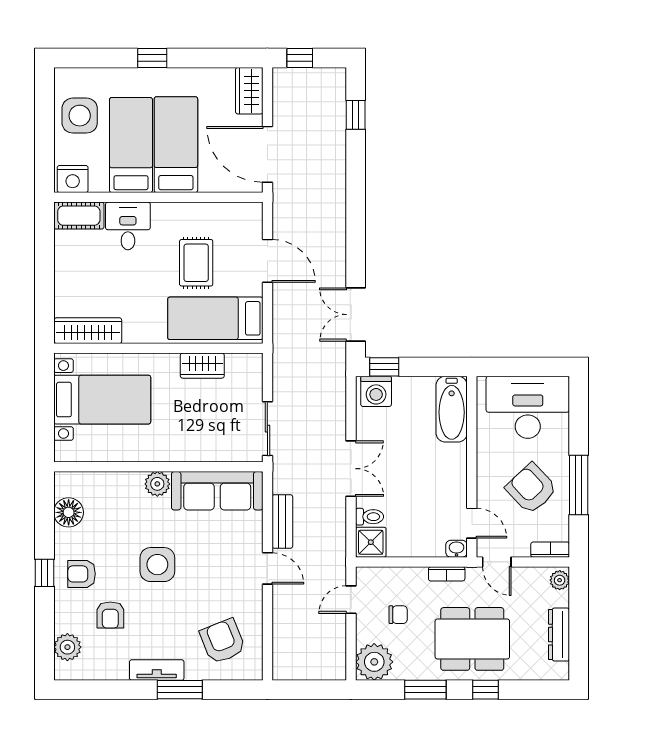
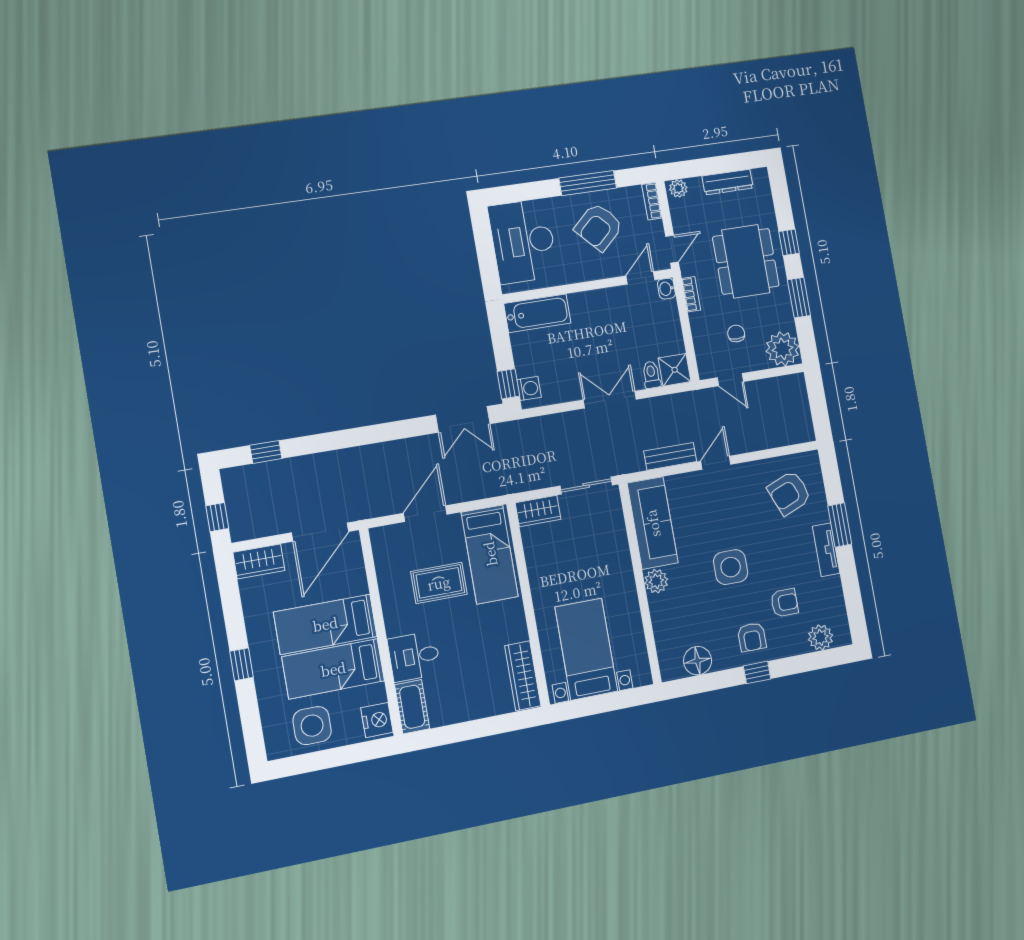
wardrobe: (202, 366) -> (538, 511), moved, turned 90
washing machine: (376, 391) -> (529, 388), width x0.73, depth x0.73

